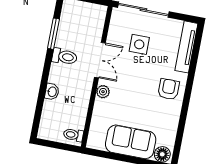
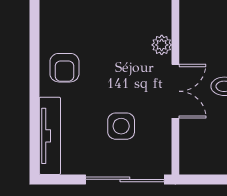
double door: (100, 60) -> (175, 91), swing flipped

